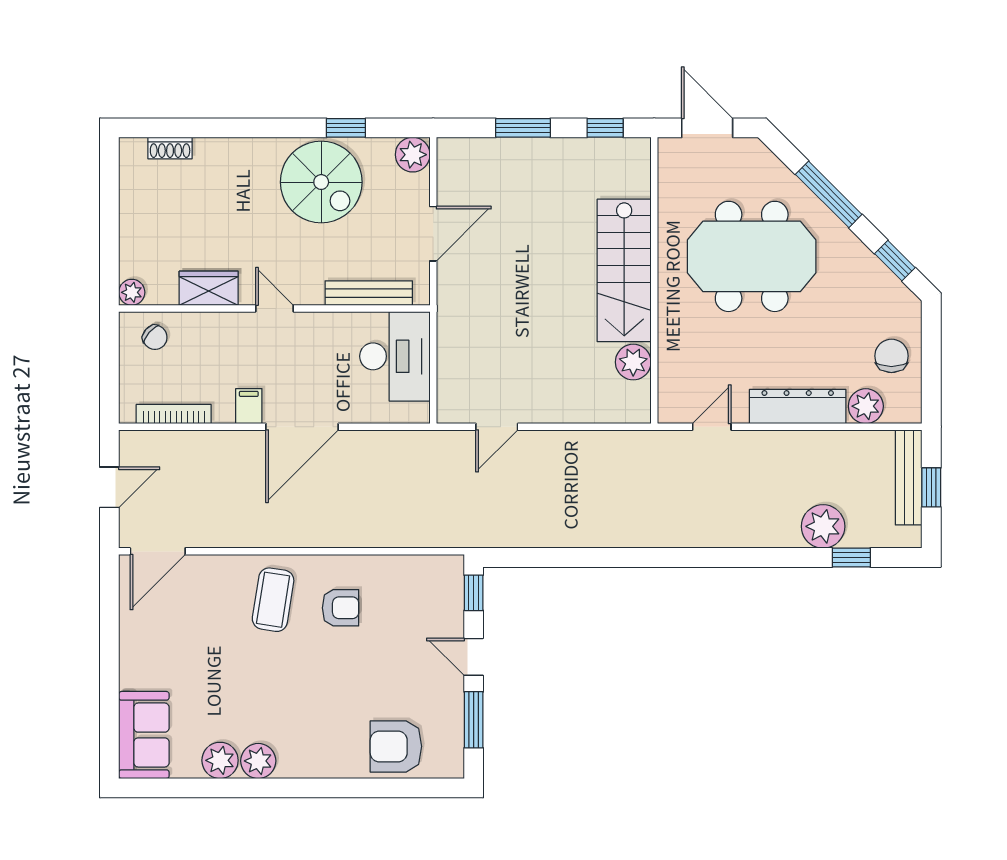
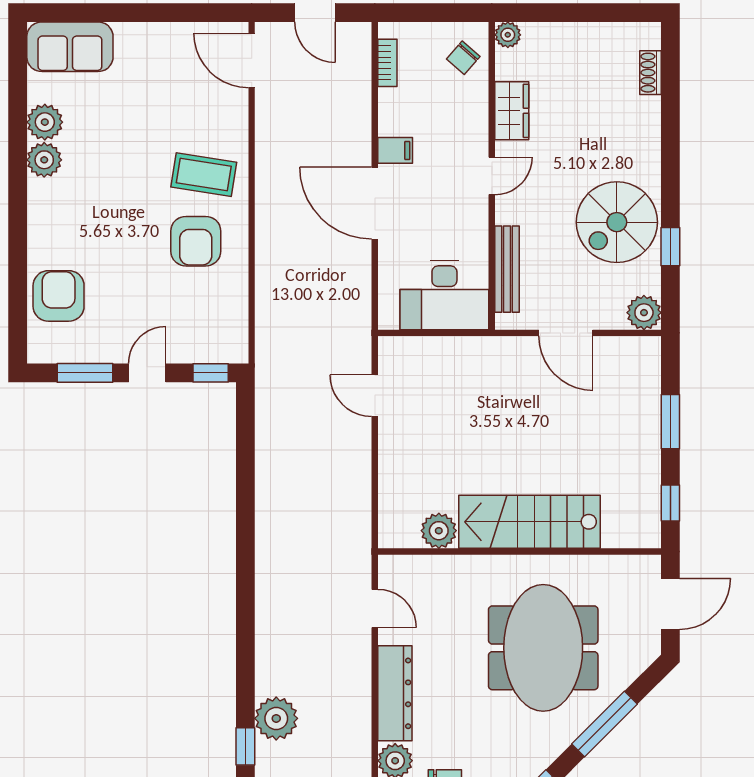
bookcase: (174, 414) -> (387, 63), width x0.64
armchair: (341, 608) -> (196, 241), width x1.38, depth x1.38

